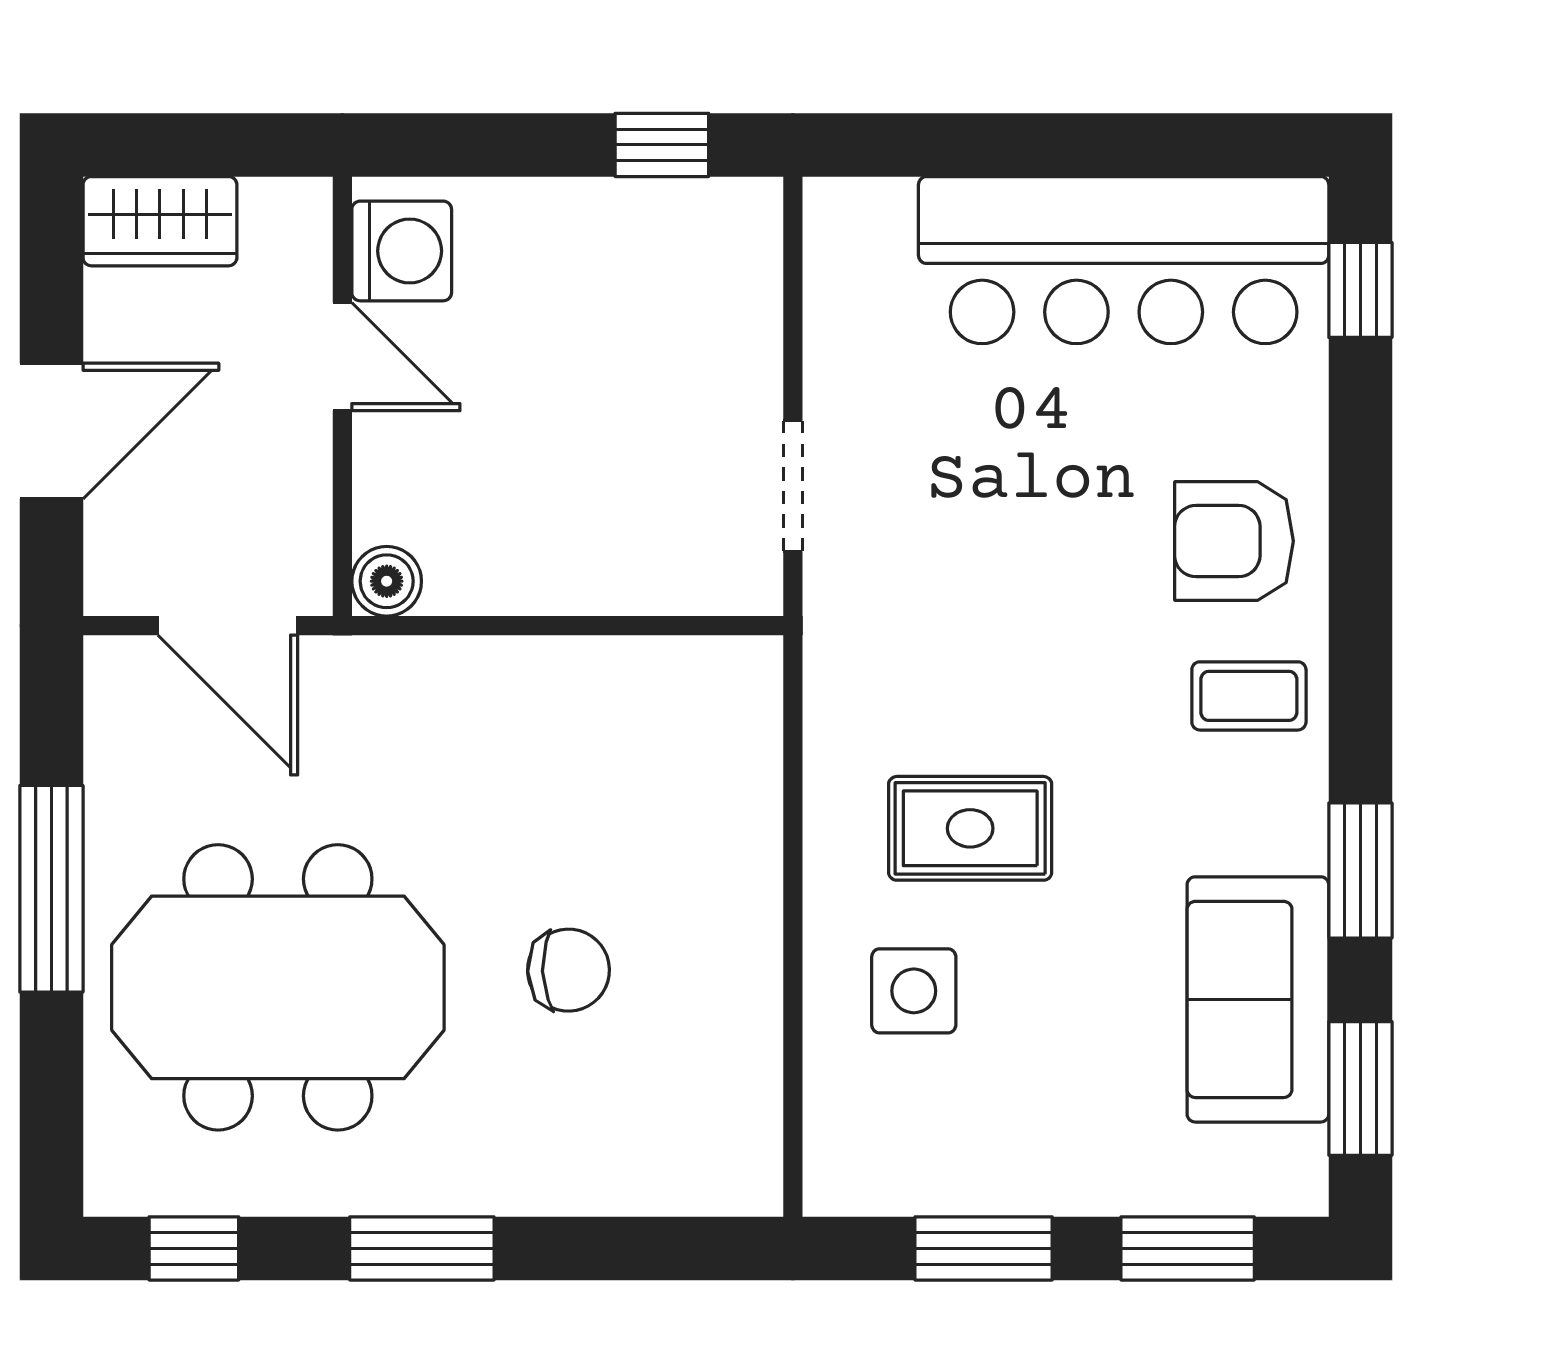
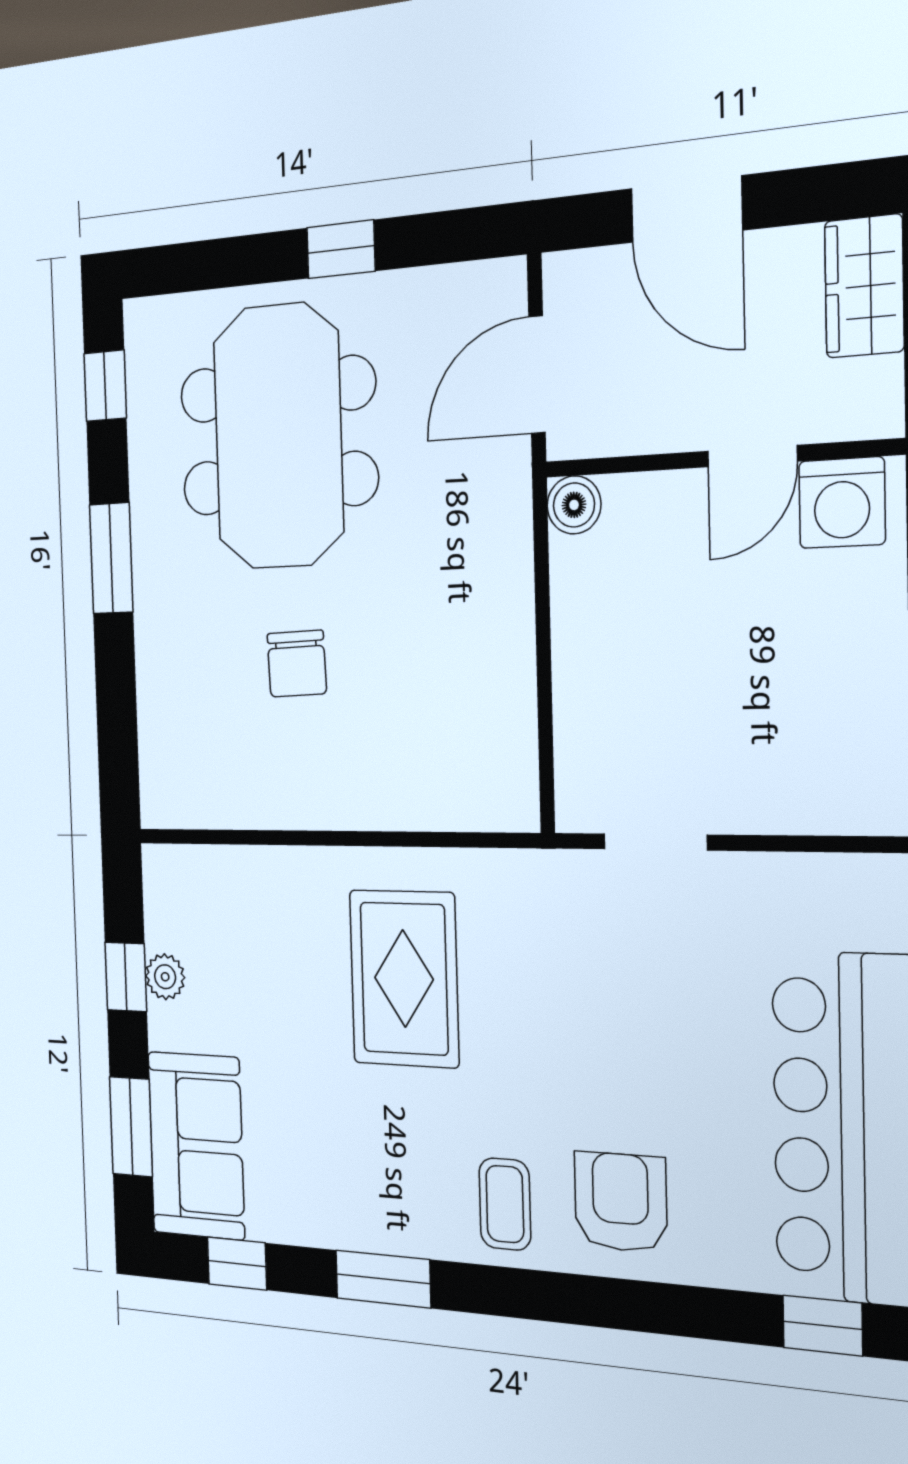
rug: (970, 828) -> (404, 978), width x1.36, depth x1.43
window: (51, 889) -> (341, 249), width x0.46
side table: (914, 991) -> (291, 931), removed
sofa: (1258, 999) -> (196, 1146), moved, turned 90
window: (1360, 1088) -> (237, 1264), width x0.67
plant: (981, 1186) -> (165, 977), added
window: (984, 1248) -> (126, 977), width x0.67

